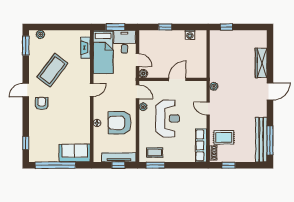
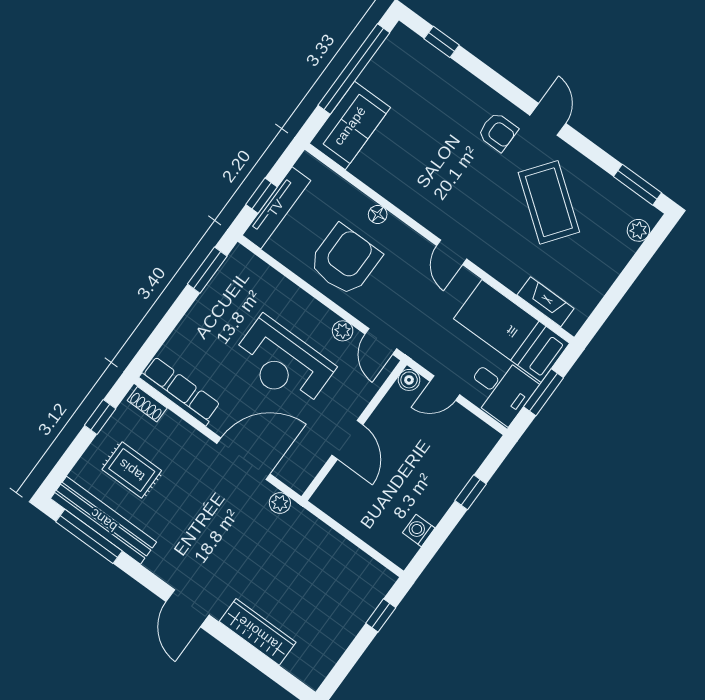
door: (137, 92) -> (381, 341), hinge flipped
door: (208, 109) -> (244, 459), width x1.88
rug: (224, 137) -> (132, 470), moved, turned 90
coffee table: (155, 152) -> (234, 287), removed

